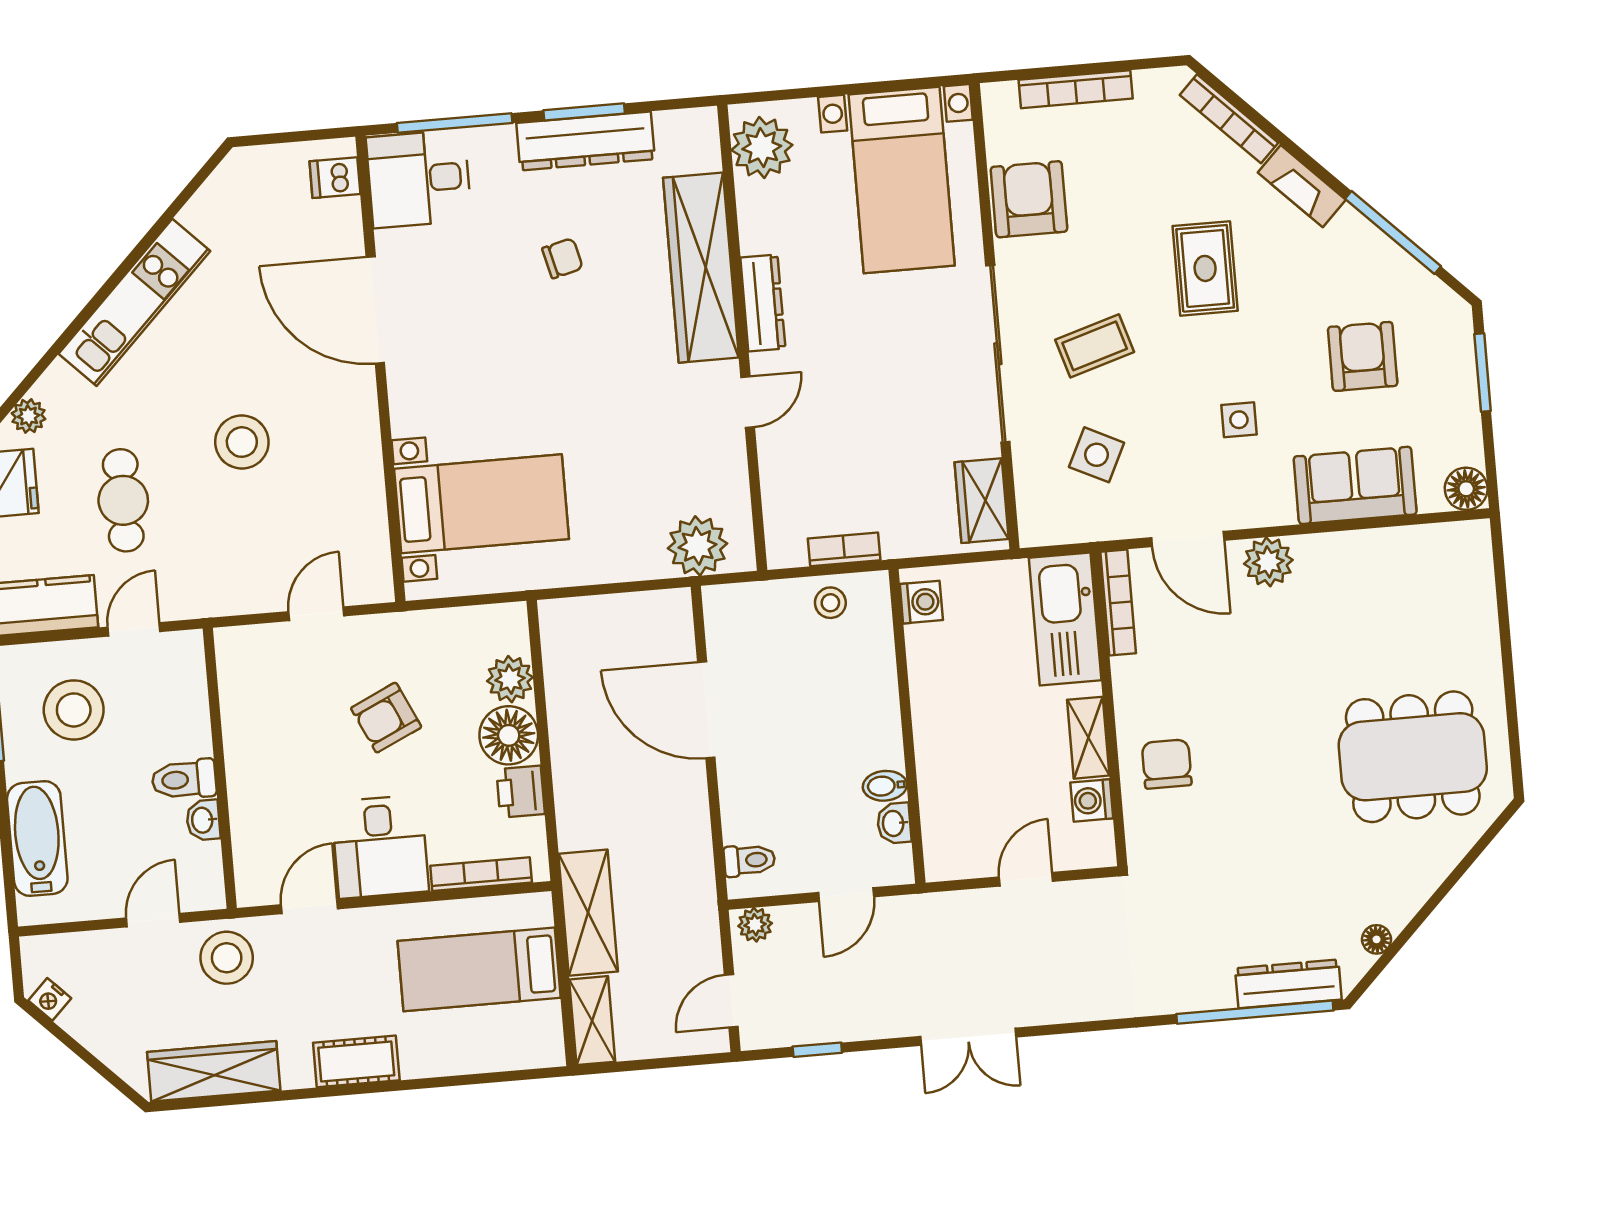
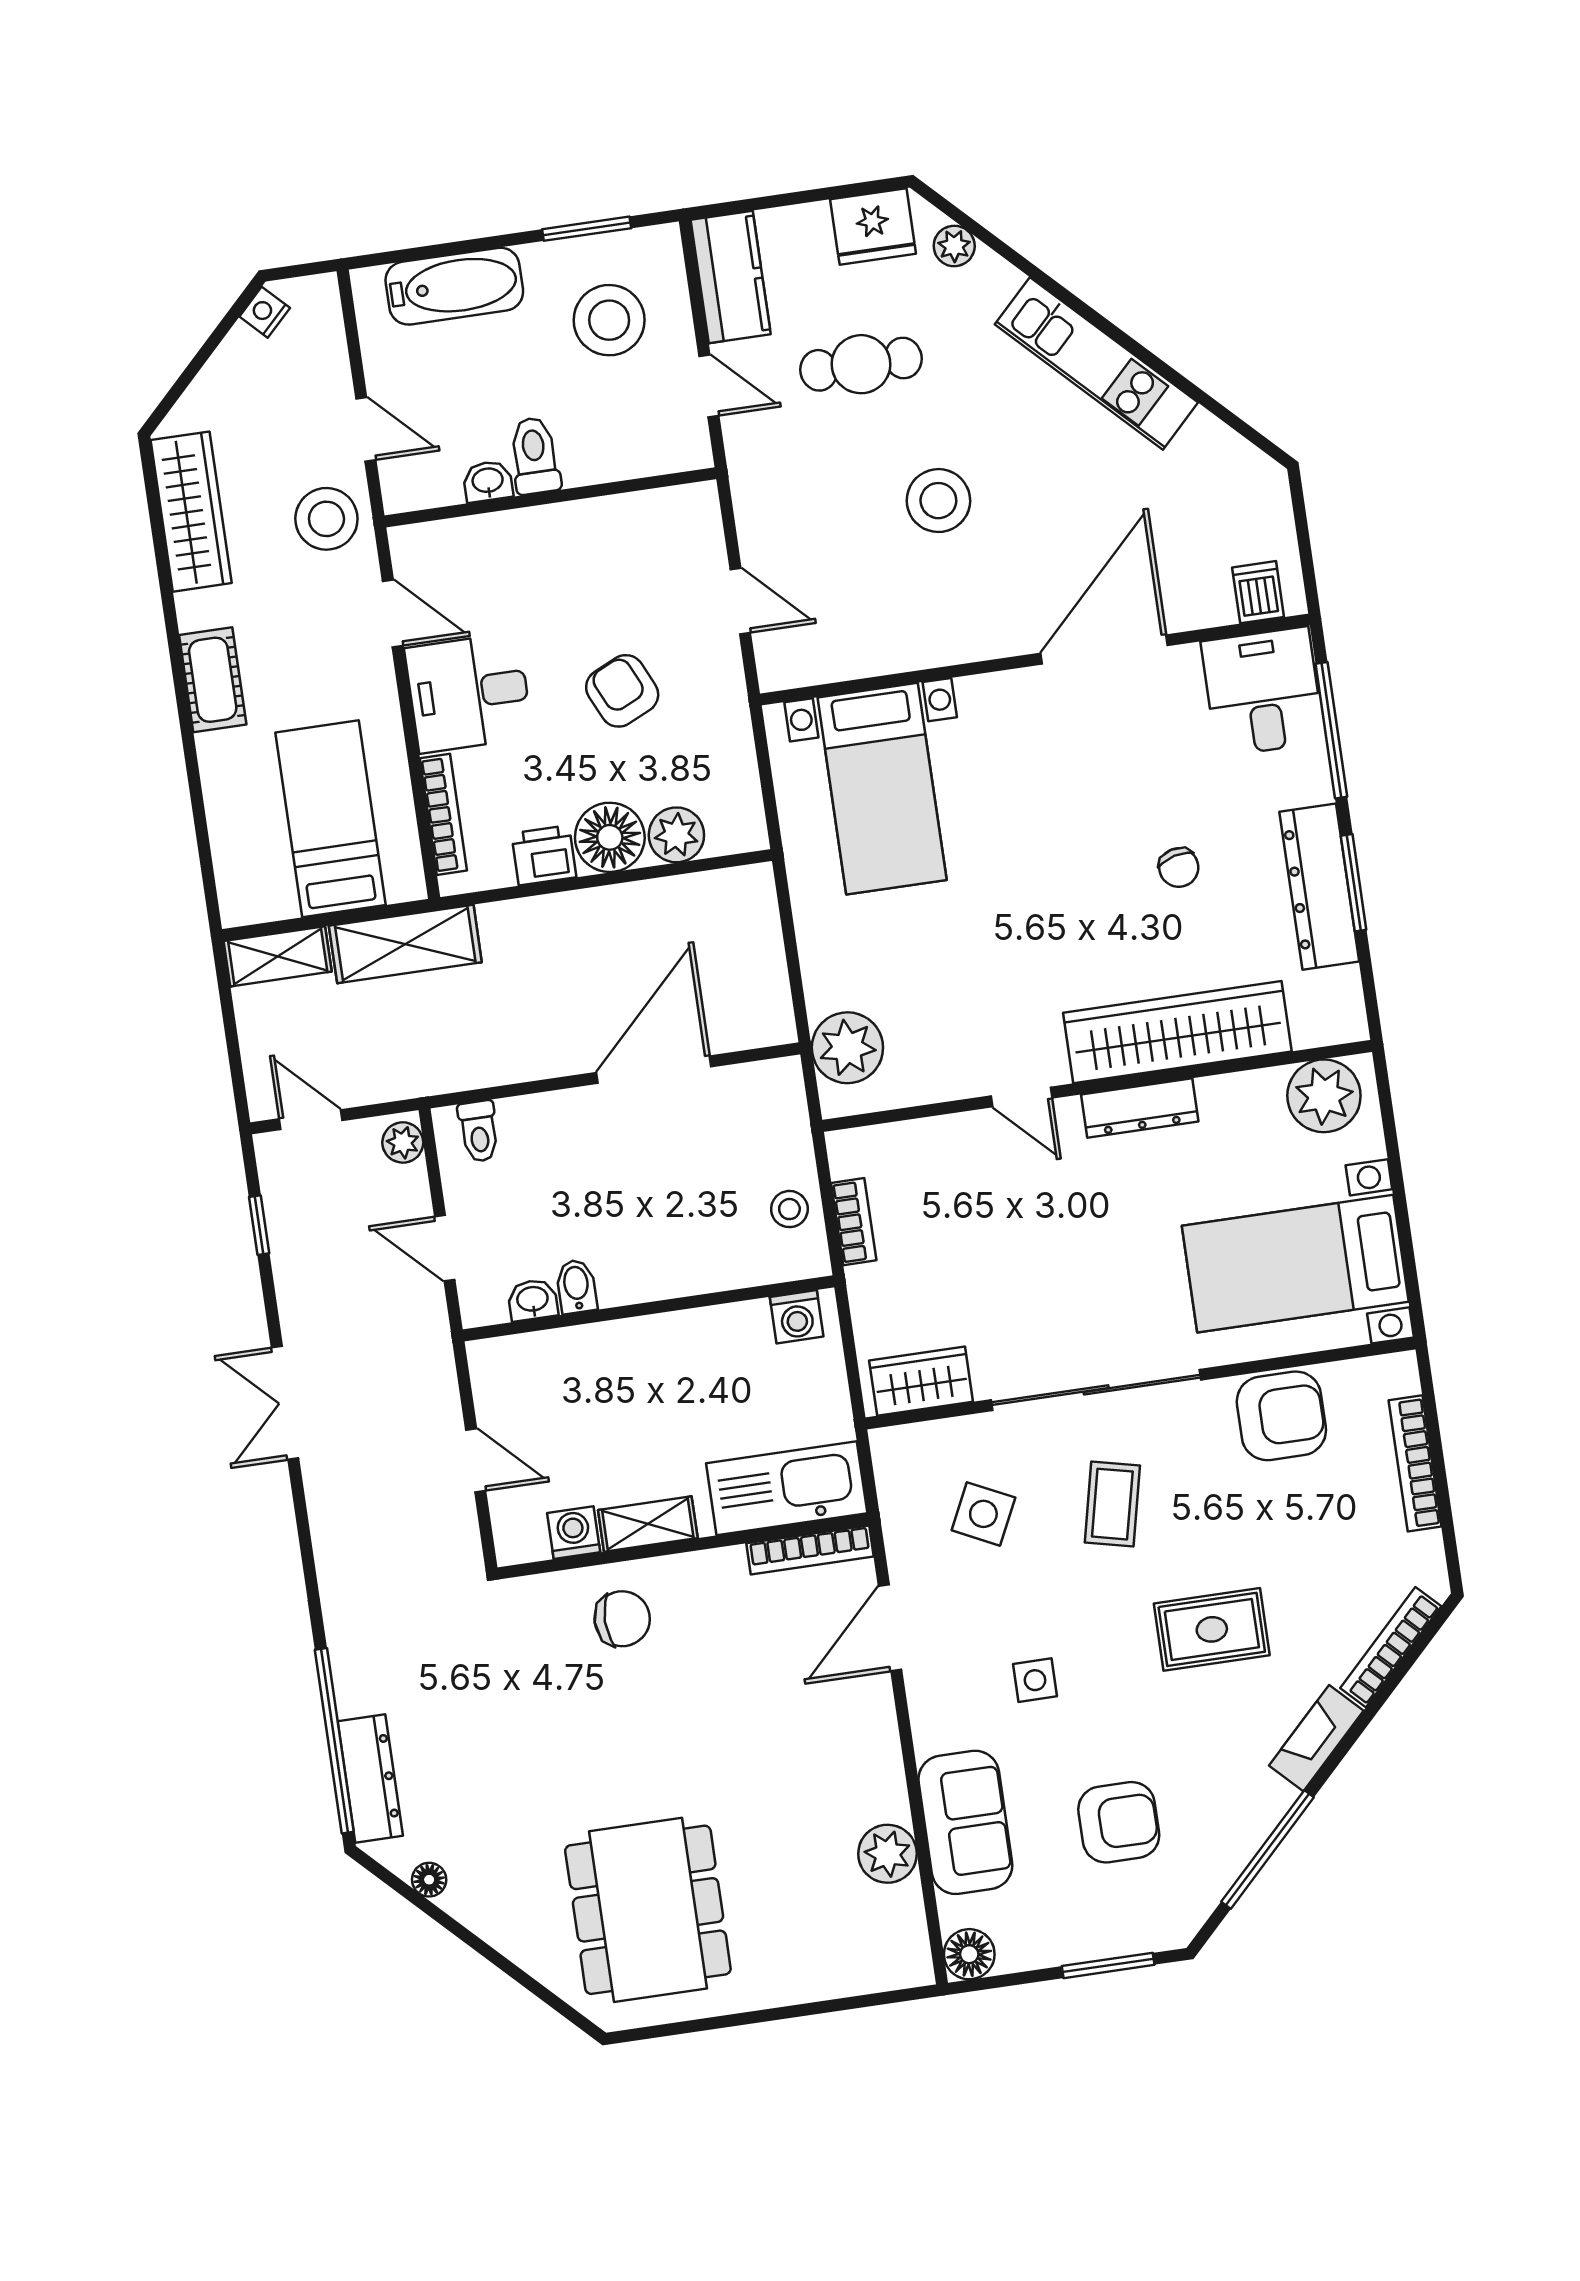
coffee table: (1095, 346) -> (1112, 1504), turned 30
plant: (1268, 562) -> (888, 1854), moved

